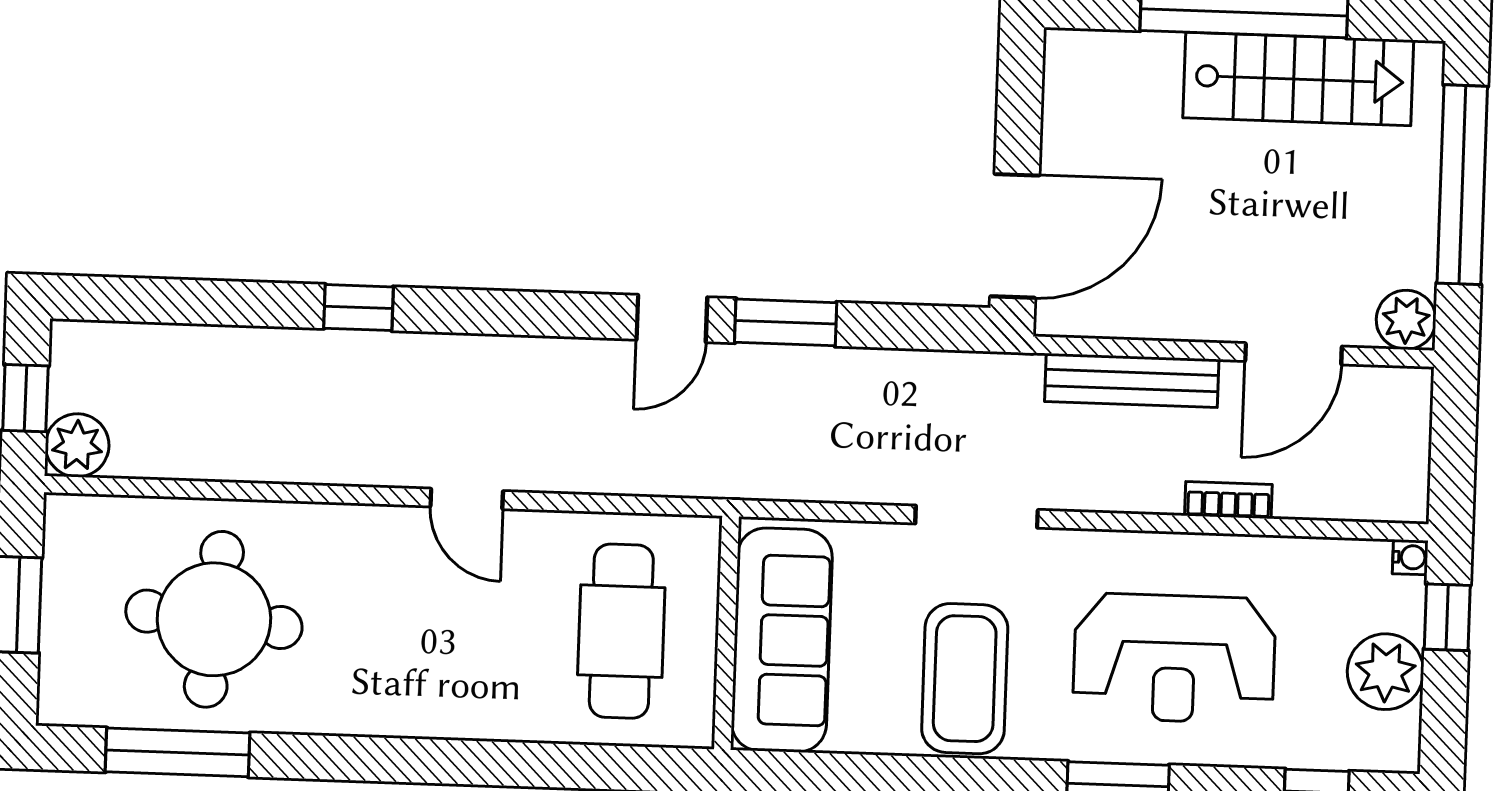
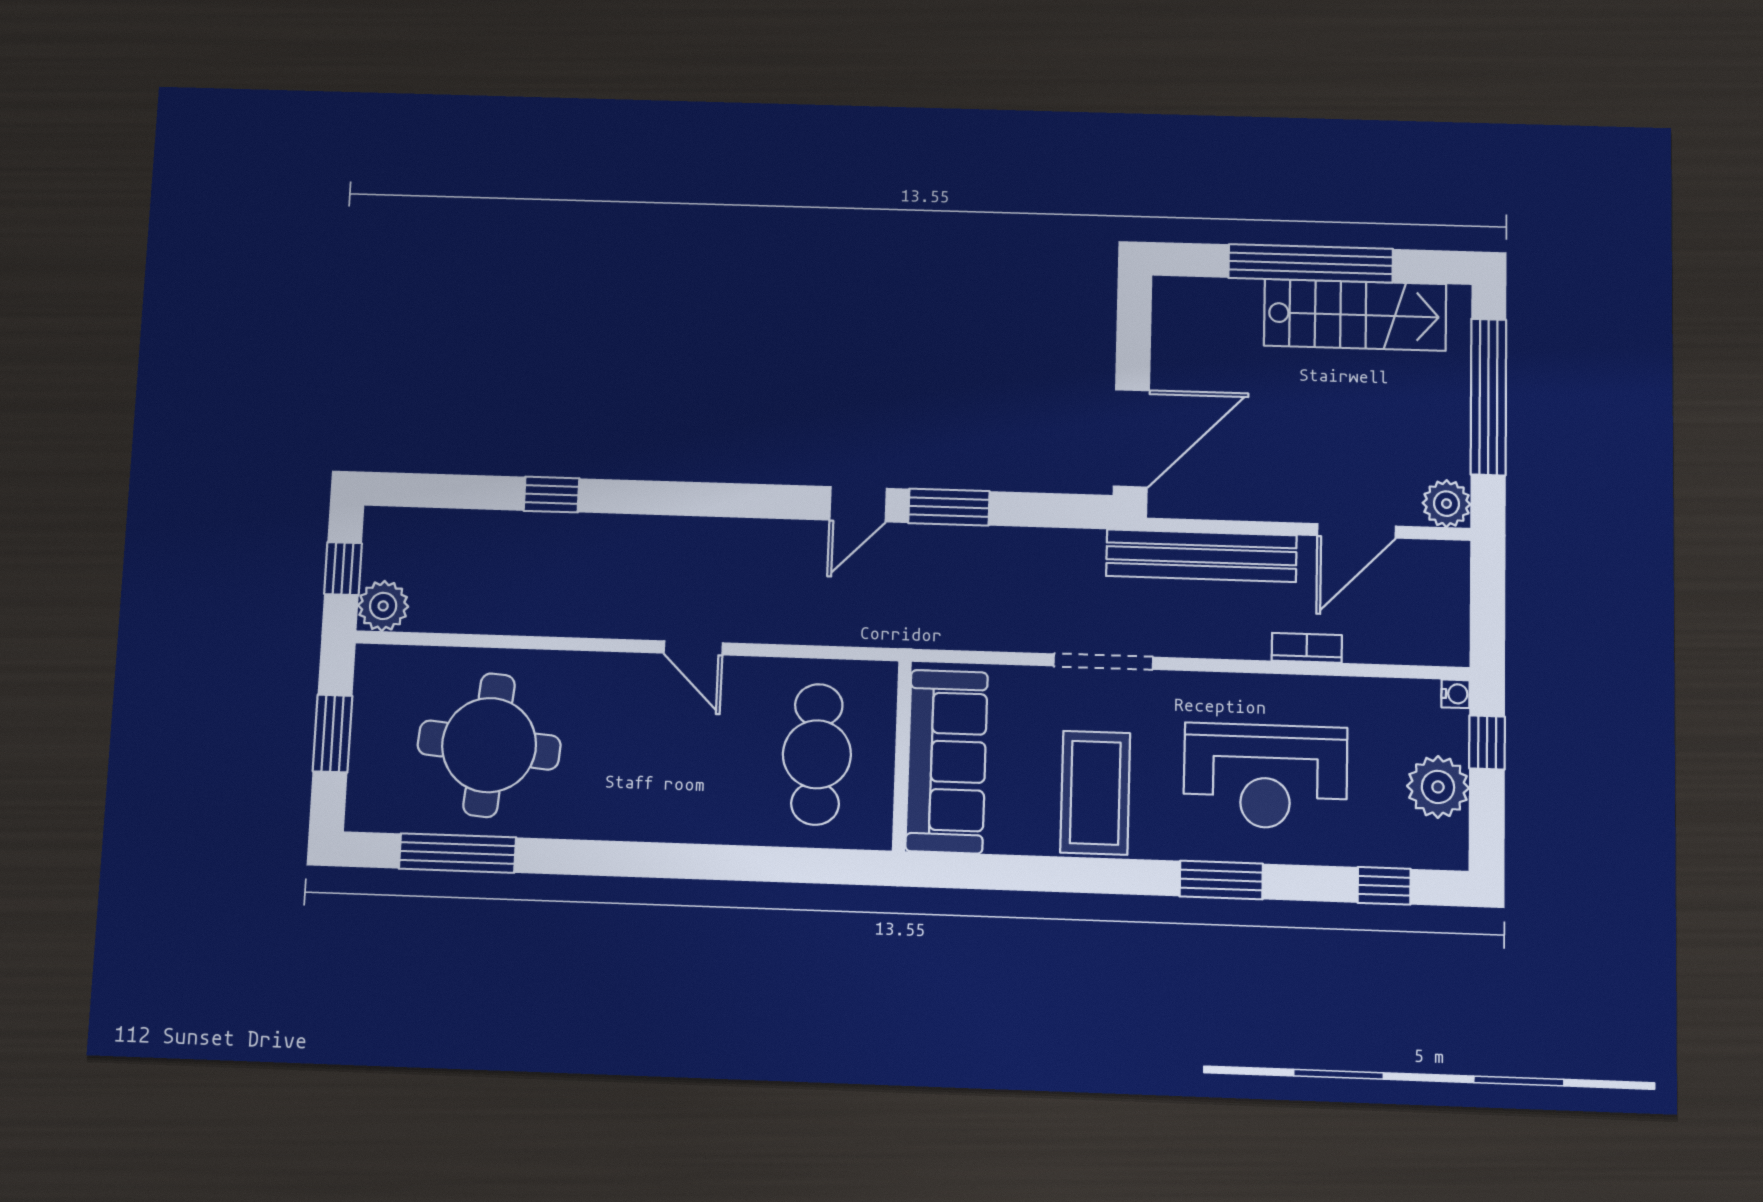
window: (359, 308) -> (552, 495), moved
bench: (1132, 380) -> (1201, 556), width x1.37, depth x1.21

